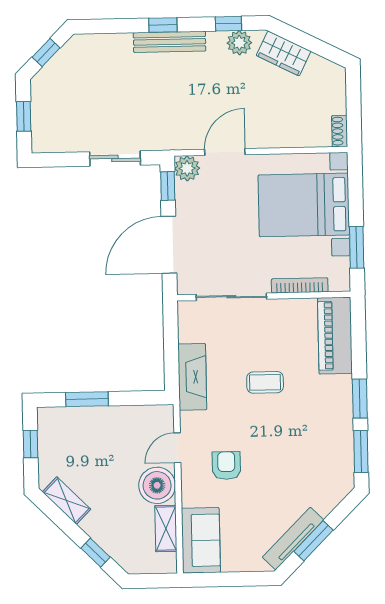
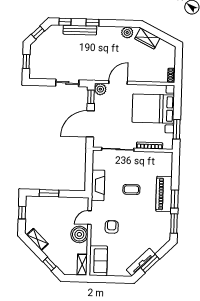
window: (228, 24) -> (65, 22), moved
bench: (170, 42) -> (80, 30), moved
piano: (335, 336) -> (164, 194), moved
shelving: (166, 528) -> (82, 265), moved

